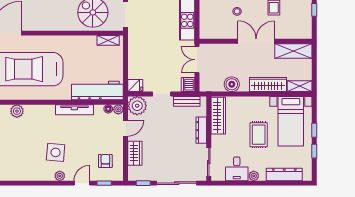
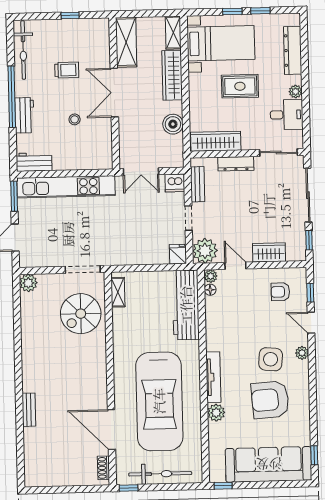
tv unit: (74, 110) -> (213, 377), moved
armchair: (26, 151) -> (270, 400), added

